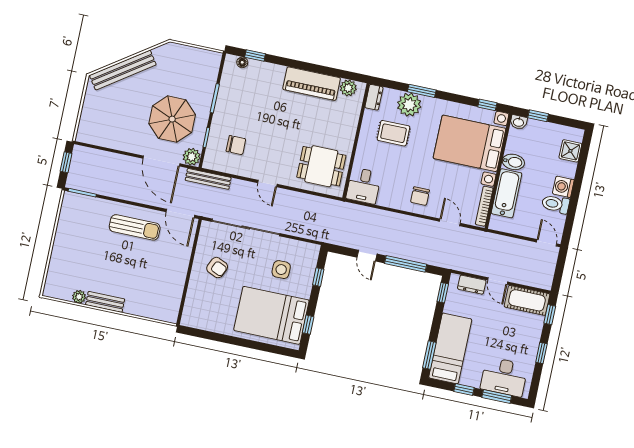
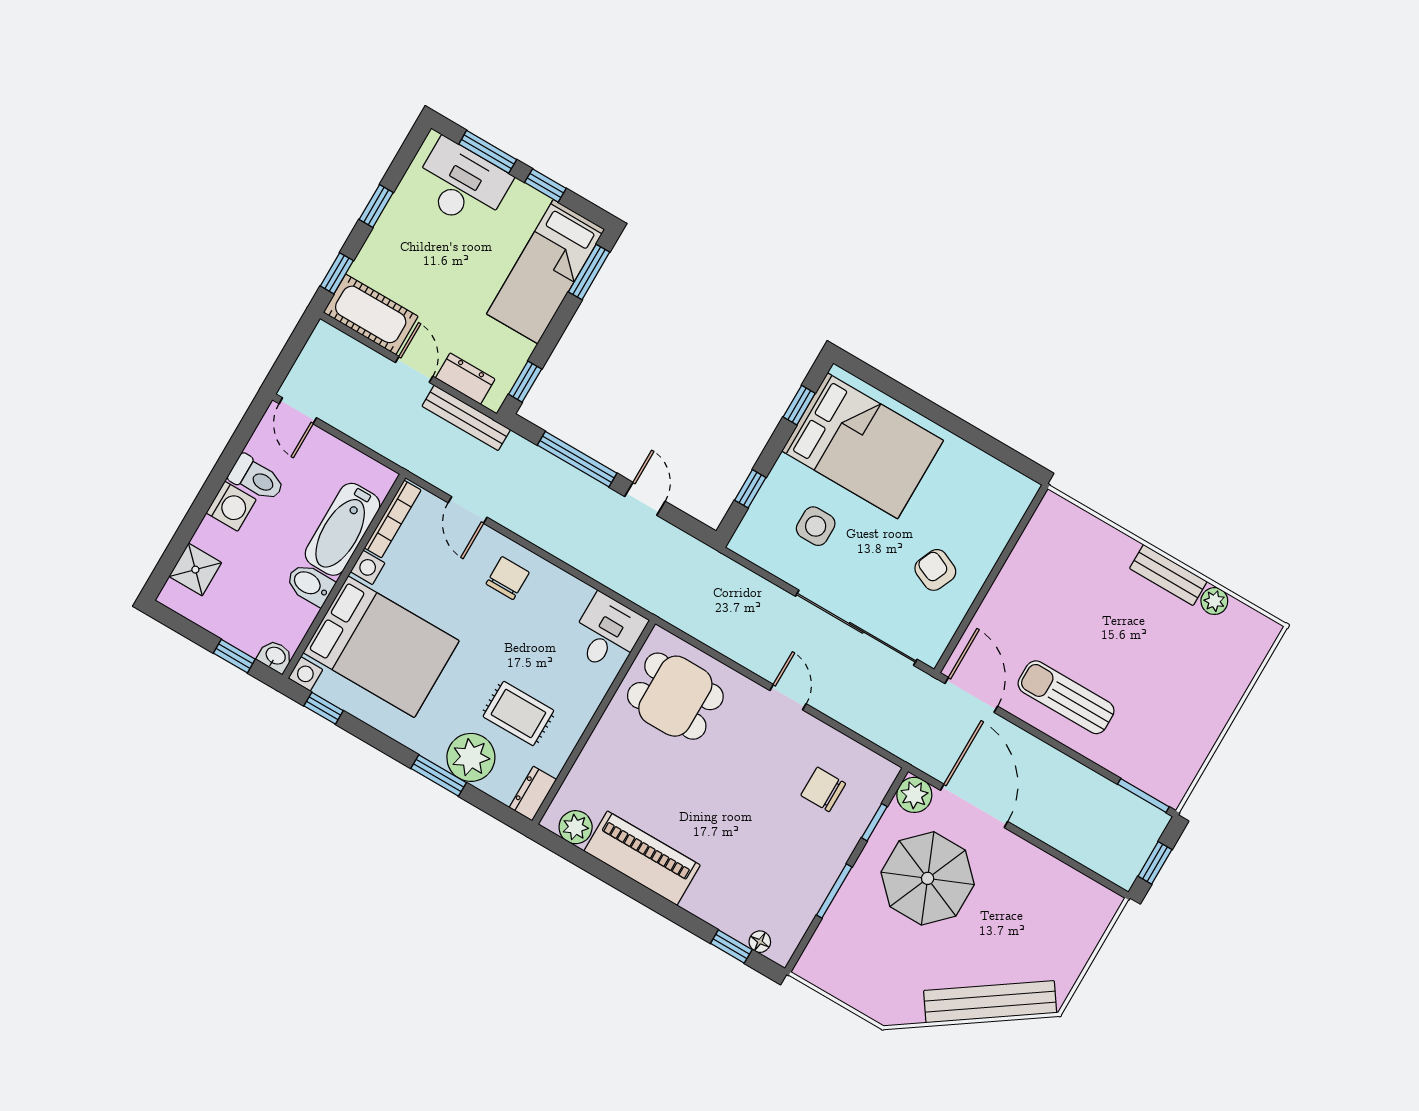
bench: (208, 179) -> (466, 418), moved

